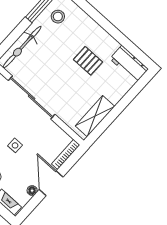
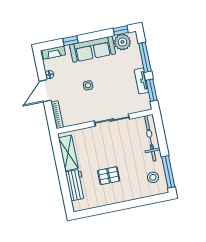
workbench: (129, 64) -> (76, 185), moved, turned 90
sliding door: (32, 97) -> (112, 120), width x0.73
door: (51, 183) -> (45, 91), swing flipped

